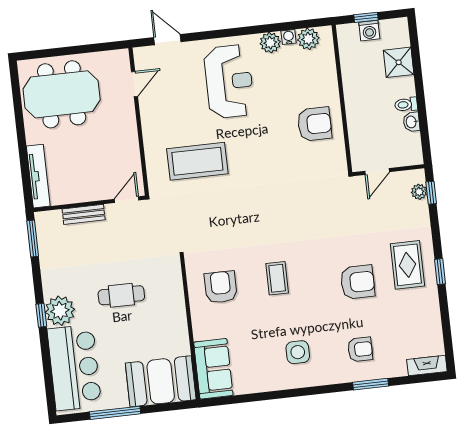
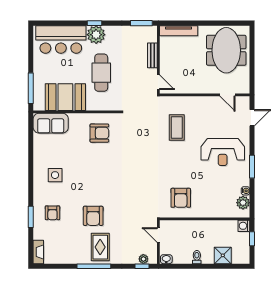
window: (248, 31) -> (252, 167), added
washing machine: (369, 31) -> (244, 226), moved
plant: (270, 43) -> (243, 179), removed
washbasin: (412, 122) -> (166, 259), moved
armchair: (315, 124) -> (181, 198), moved
coffee table: (197, 161) -> (177, 128), width x0.73, depth x0.76
rug: (407, 265) -> (100, 247), turned 90
window: (440, 272) -> (94, 266), width x2.17
coffee table: (277, 278) -> (101, 168), removed
cafe table: (121, 295) -> (101, 73), width x1.37, depth x1.35
booth: (161, 381) -> (65, 97), moved, turned 90
window: (115, 413) -> (31, 88), moved

